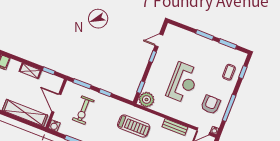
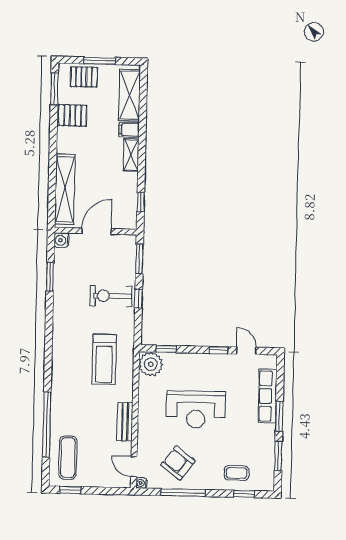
row of seats: (190, 37) -> (268, 396), added
shelving: (30, 71) -> (131, 155), moved
armchair: (211, 105) -> (178, 463), turned -144
exercise bike: (83, 110) -> (111, 296), moved

